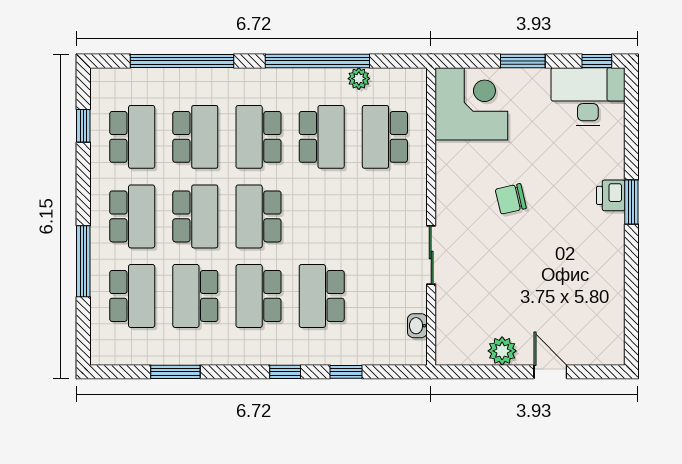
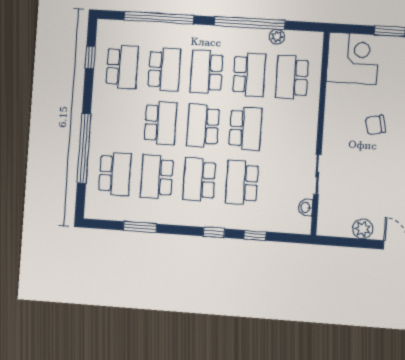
school desk: (132, 216) -> (246, 129), moved
sliding door: (431, 255) -> (317, 175), moved
window: (83, 261) -> (84, 148), width x1.46

